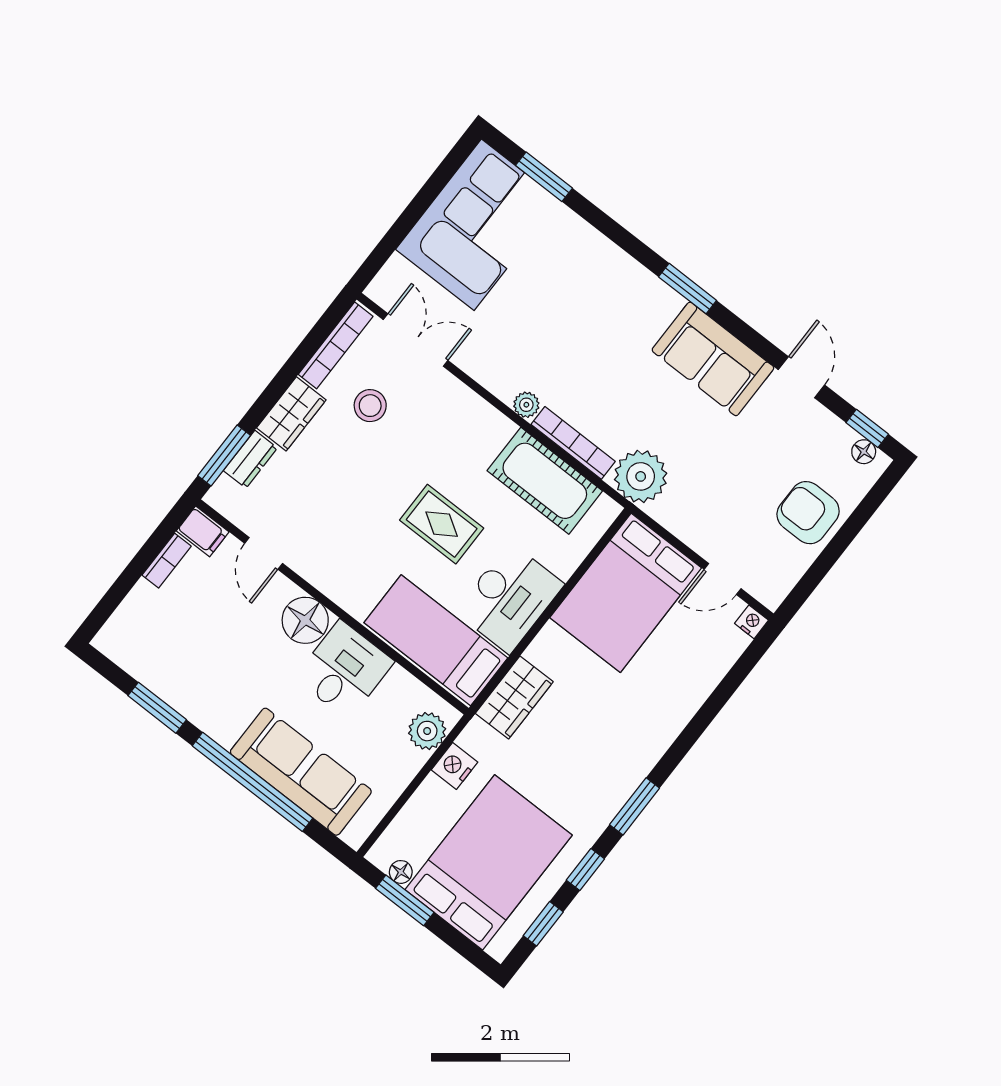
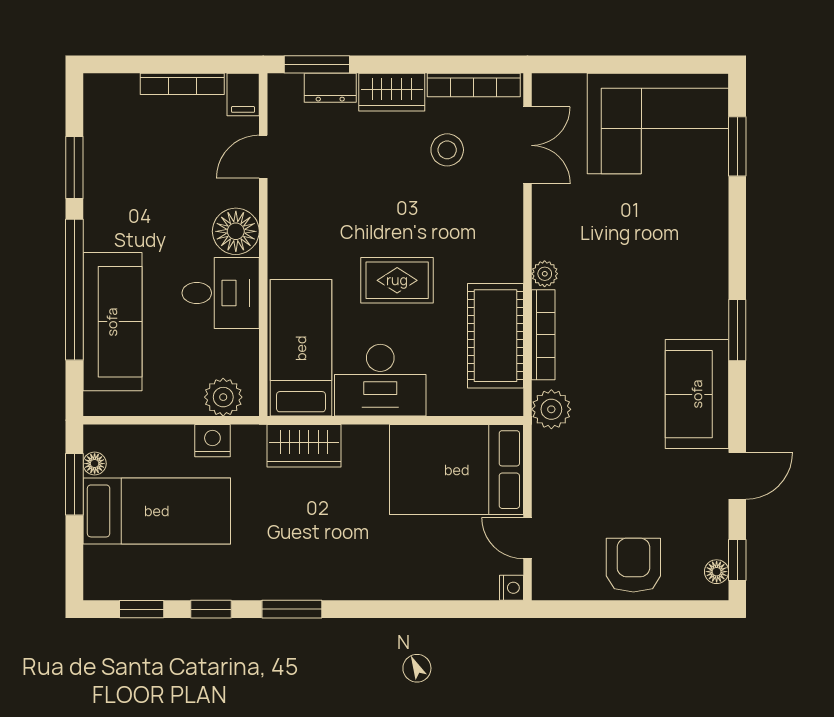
plant: (641, 476) -> (551, 409), width x0.73, depth x0.73
rug: (442, 524) -> (397, 280), turned 90
bookcase: (167, 561) -> (182, 84), width x1.56
bed: (489, 862) -> (157, 511), width x0.67

